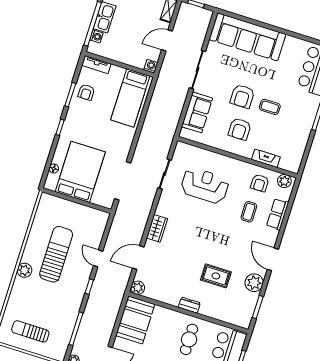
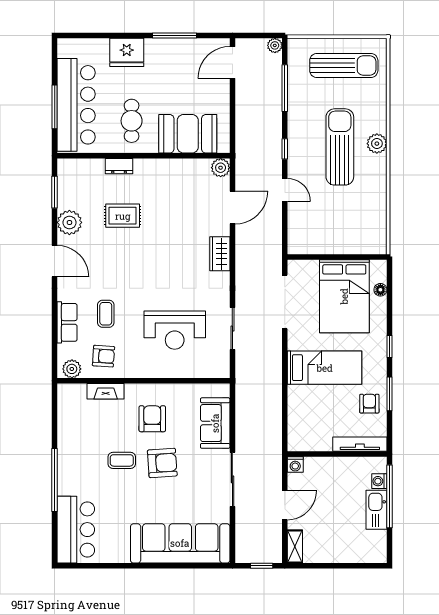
tv unit: (96, 65) -> (360, 444), width x1.41
armchair: (242, 96) -> (162, 463), turned 86
bed: (130, 98) -> (325, 368), moved, turned 90
armchair: (260, 183) -> (103, 356), turned 94
sun lounger: (56, 254) -> (340, 147), moved, turned 180
dresser: (189, 305) -> (119, 166), moved
booth: (135, 320) -> (188, 134), moved, turned 90
sun lounger: (30, 331) -> (344, 66), width x1.36, depth x1.34

